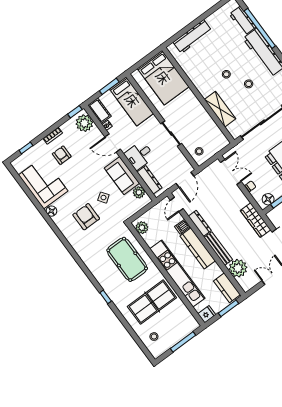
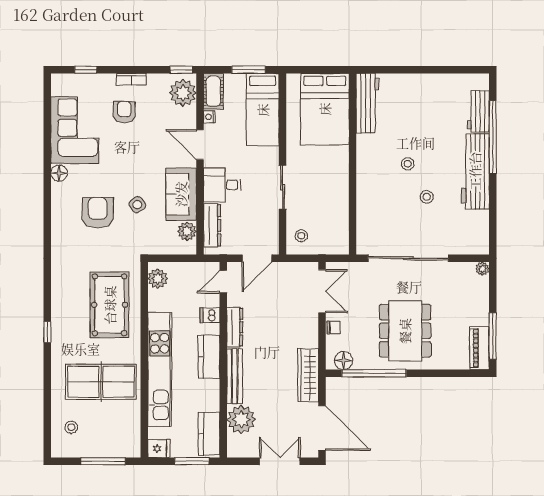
workbench: (192, 36) -> (367, 103), moved, turned -90
shelving: (220, 109) -> (367, 202), removed
kitchen counter: (198, 248) -> (209, 357), width x0.67

